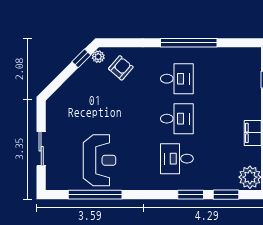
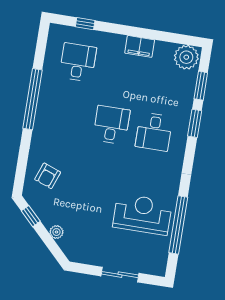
plant: (98, 57) -> (56, 232), moved
armchair: (121, 68) -> (48, 176), turned -111
desk: (177, 79) -> (78, 62), moved

